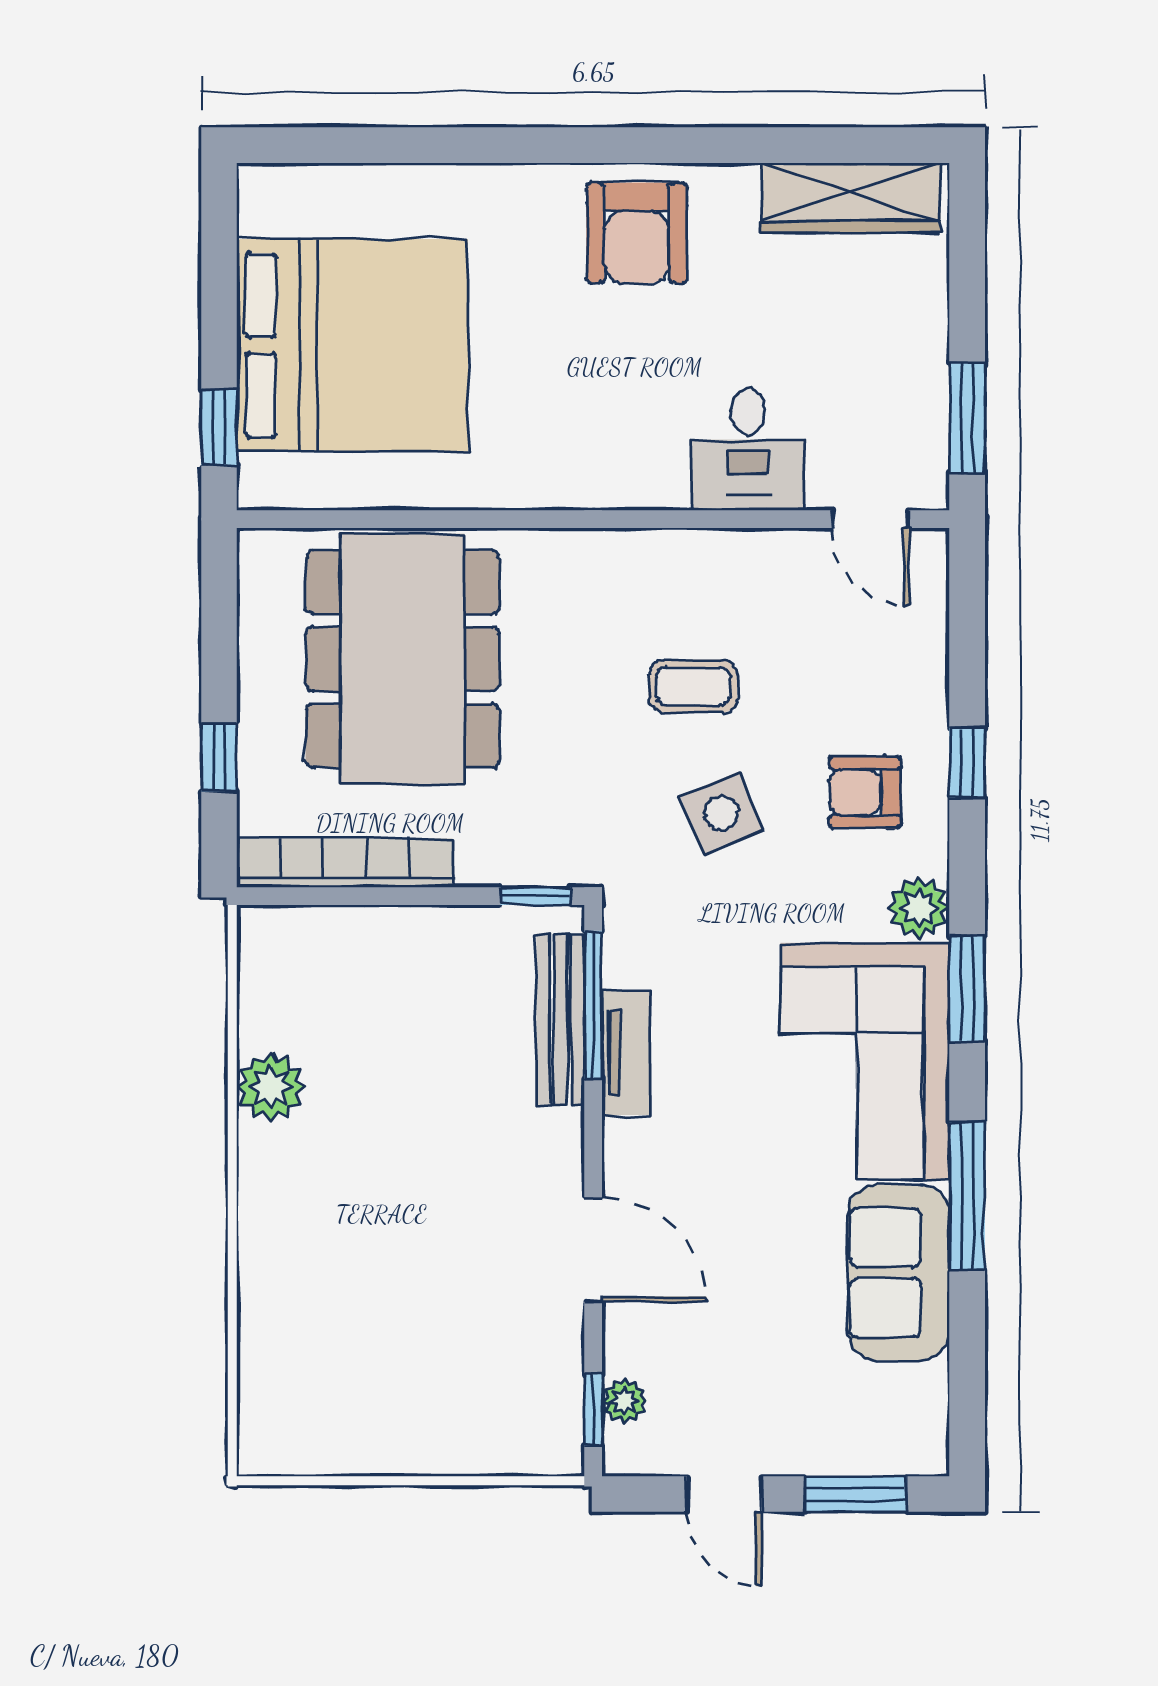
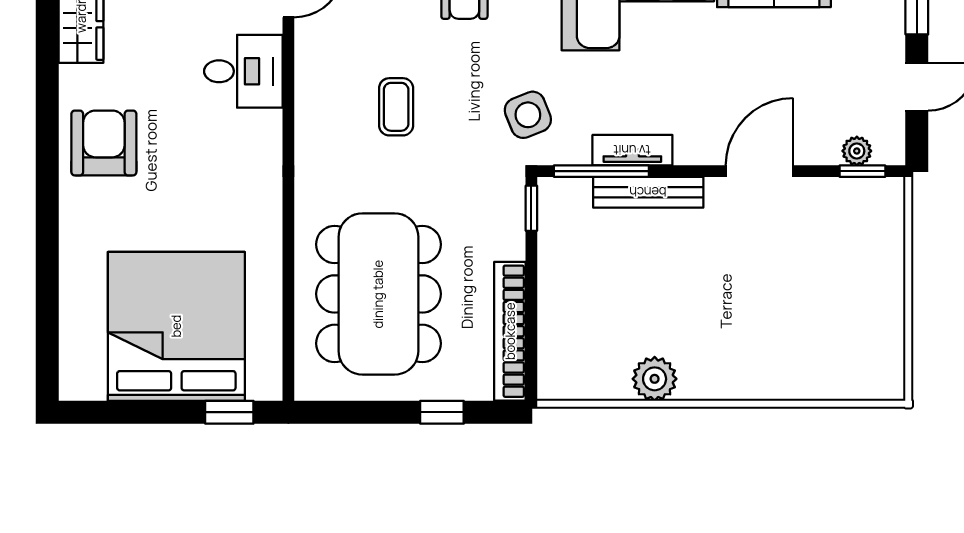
armchair: (637, 233) -> (104, 143), turned -90
dining table: (403, 659) -> (378, 294), turned 90
side table: (721, 813) -> (528, 115), moved
bench: (560, 1019) -> (648, 192), moved

